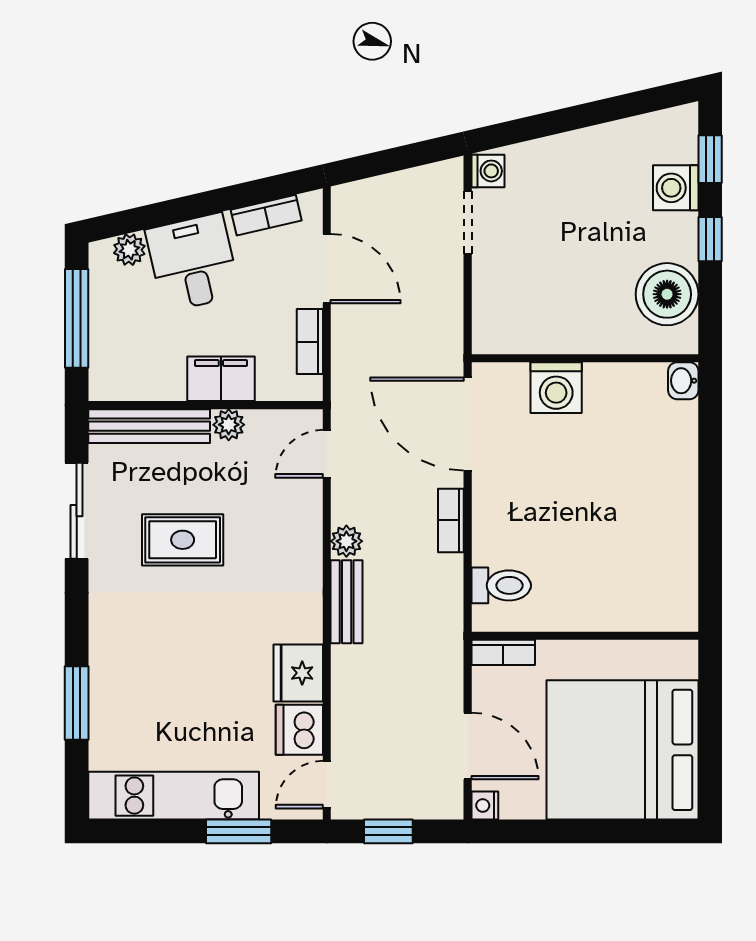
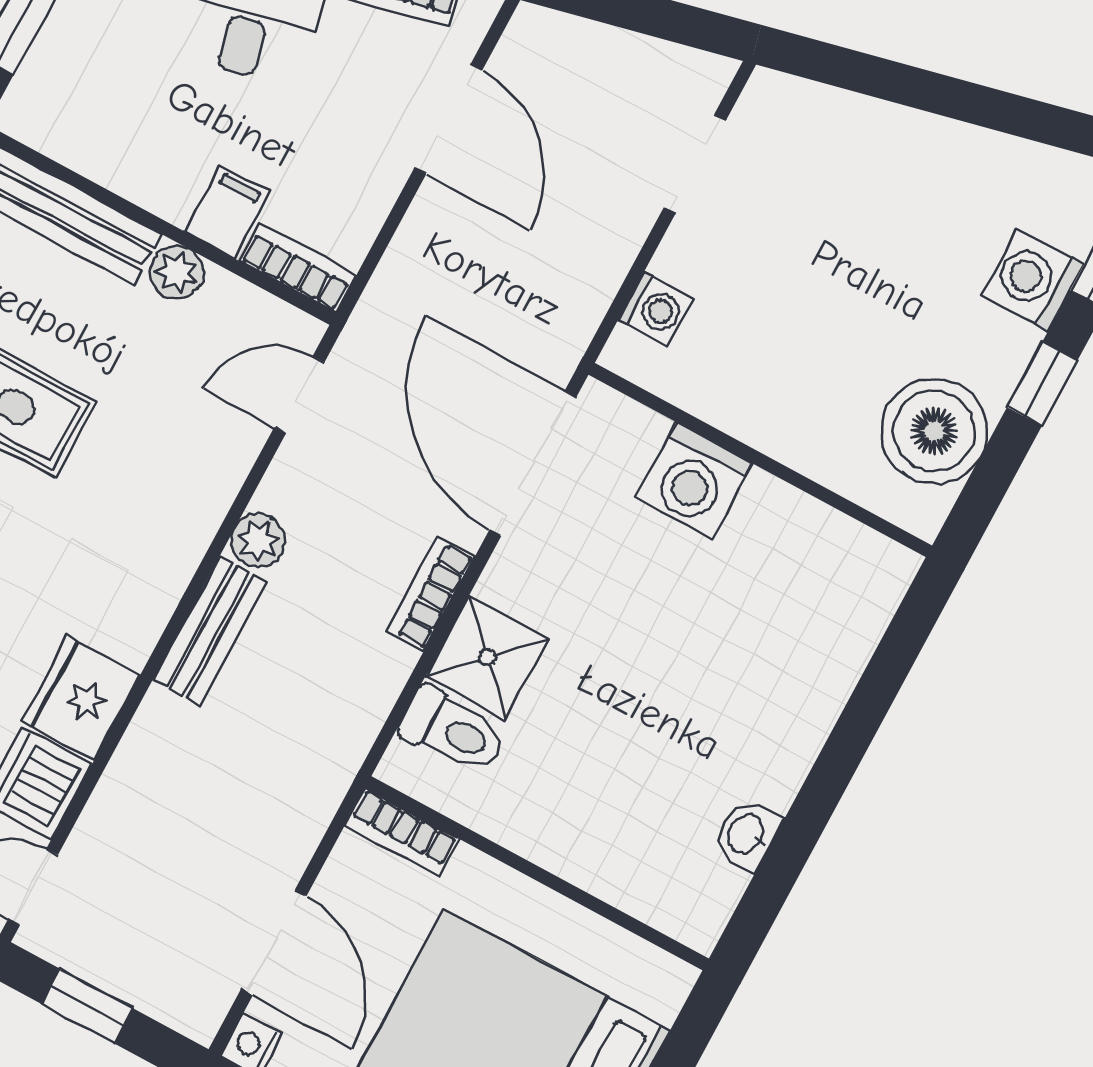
washing machine: (488, 171) -> (656, 309), moved
bookcase: (310, 342) -> (298, 268), moved, turned 90
filing cabinet: (221, 379) -> (227, 211), width x0.50
washbasin: (683, 381) -> (747, 835), moved
shower: (498, 537) -> (487, 657), added

